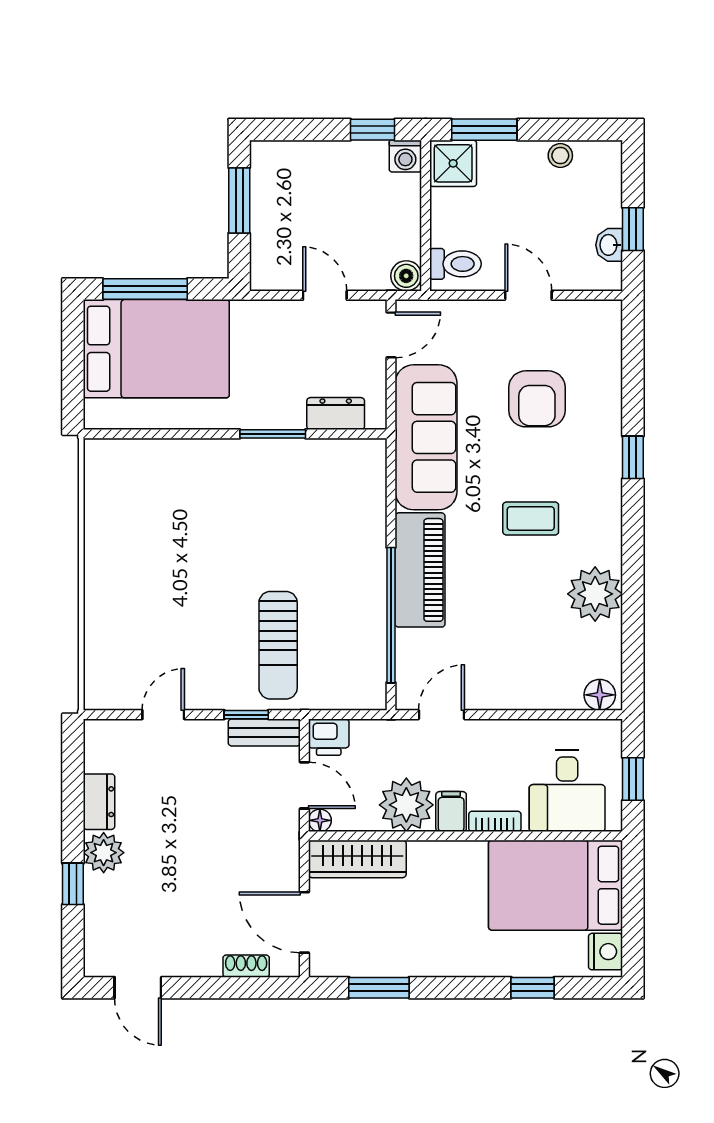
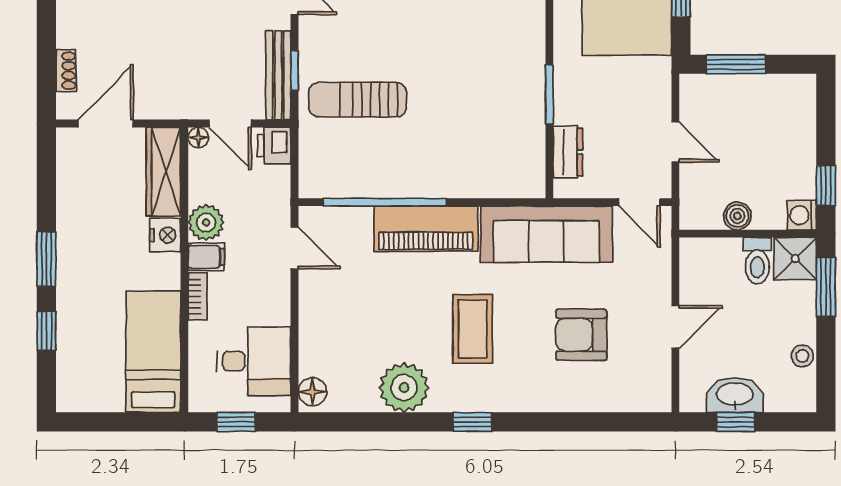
window: (239, 200) -> (736, 64), moved
washbasin: (609, 245) -> (735, 395), width x1.91, depth x1.45
toilet: (455, 264) -> (757, 261), moved
boiler: (406, 276) -> (737, 216), moved
door: (325, 295) -> (675, 142), hinge flipped
window: (633, 457) -> (472, 422), moved
coffee table: (531, 519) -> (473, 329), width x1.36, depth x1.30
bench: (264, 732) -> (278, 75), width x1.36
door: (304, 785) -> (230, 123), hinge flipped
desk: (567, 791) -> (254, 361), moved, turned 180
plant: (406, 805) -> (206, 223), width x0.73, depth x0.73
bed: (556, 885) -> (153, 352), width x0.67
nightstand: (606, 952) -> (165, 235), moved, turned -90
window: (379, 988) -> (46, 259), moved

